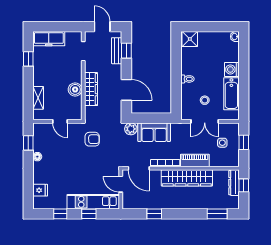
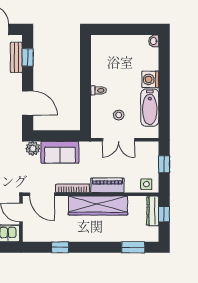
shower: (190, 39) -> (101, 44), removed
side table: (222, 143) -> (146, 184), moved

